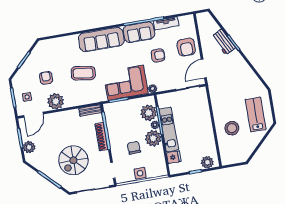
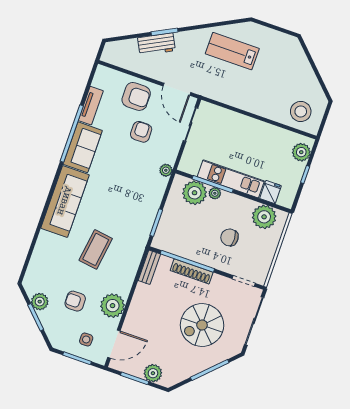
armchair: (158, 55) -> (141, 132), moved
plant: (34, 57) -> (40, 302), added
corner sofa: (126, 83) -> (139, 201), removed
lab bench: (256, 114) -> (232, 51), moved
door: (33, 115) -> (114, 344), hinge flipped
stool: (232, 128) -> (301, 111), moved
plant: (153, 138) -> (264, 217), moved
spiral stairs: (73, 160) -> (202, 325), turned 90
side table: (140, 173) -> (267, 247), removed

